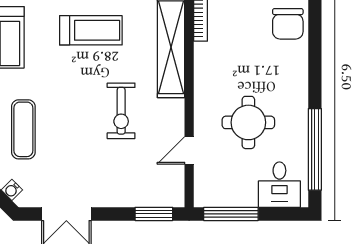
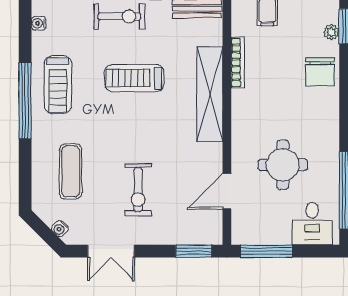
treadmill: (91, 30) -> (134, 78), turned 180
exercise bike: (121, 111) -> (138, 190), moved
door: (189, 150) -> (227, 191), width x1.38

